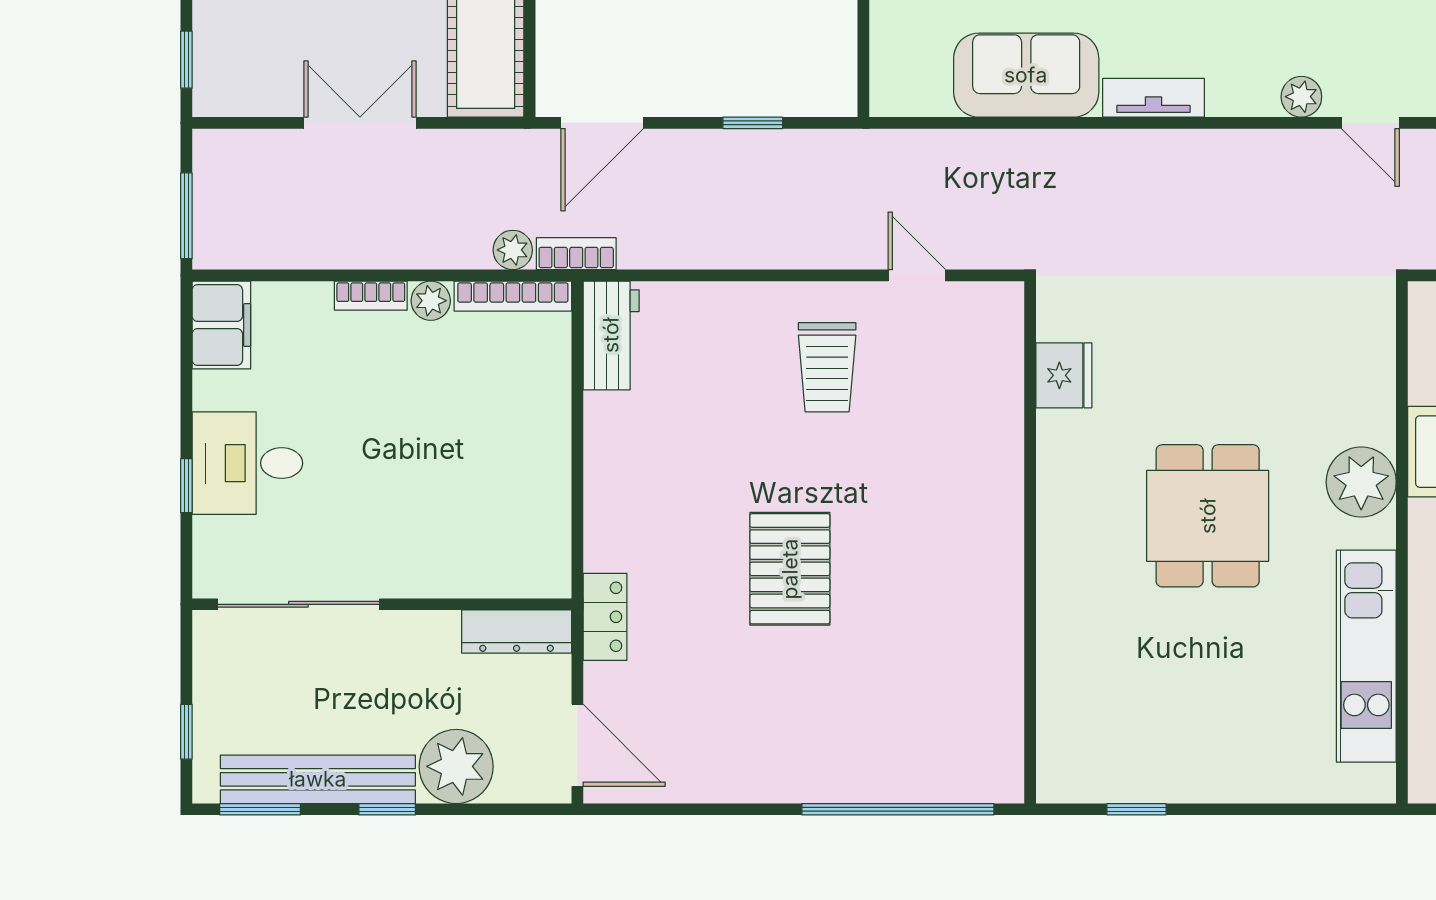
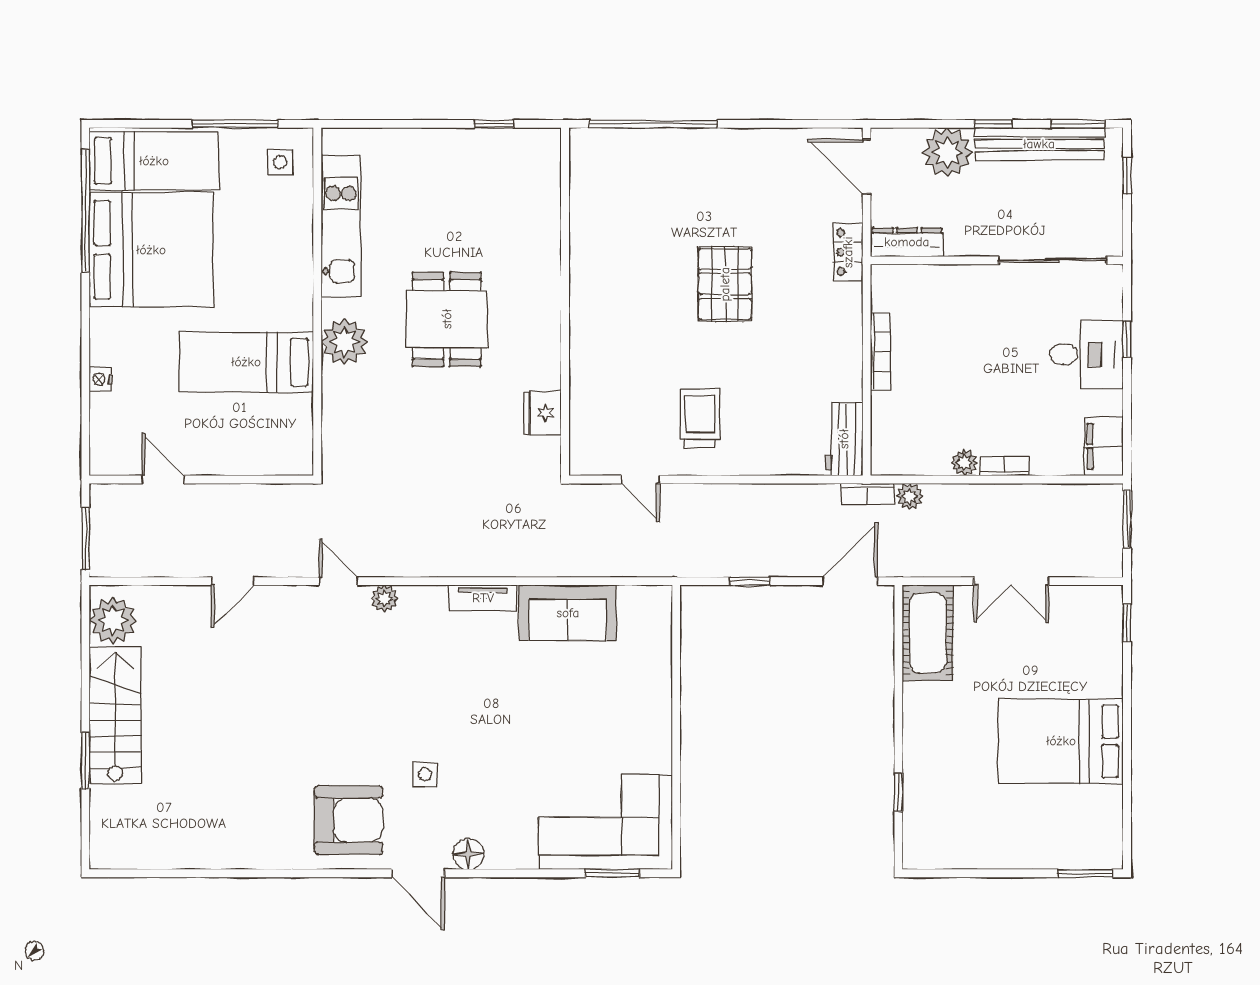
bookcase: (513, 296) -> (880, 352), moved, turned 90

